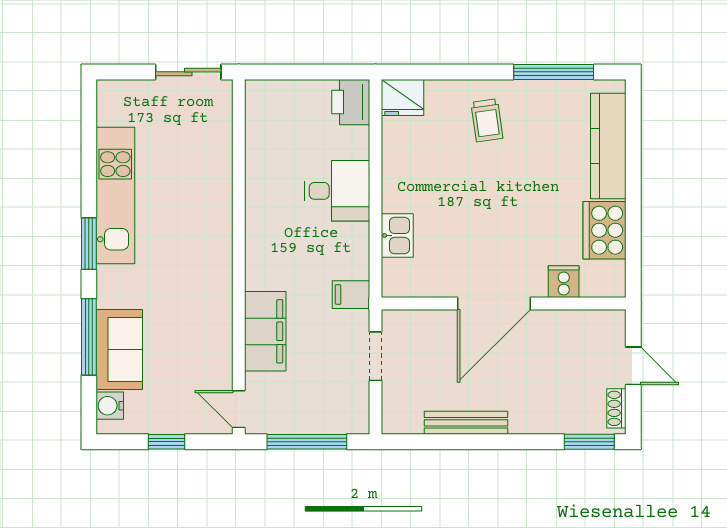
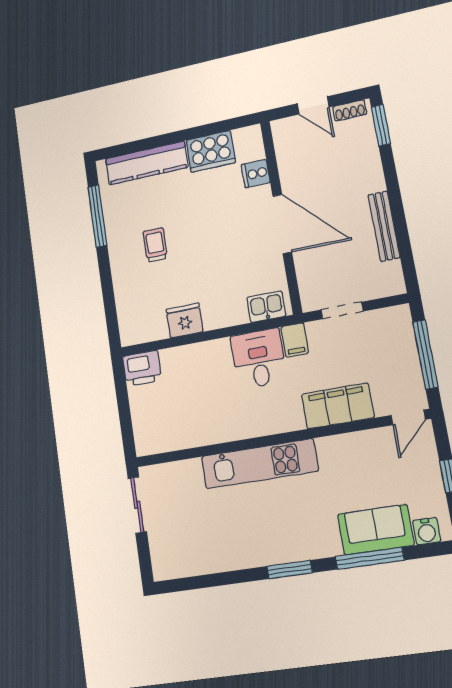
fridge: (403, 97) -> (185, 320), moved, turned -90
trolley: (487, 120) -> (155, 245), moved, turned -82
desk: (337, 191) -> (259, 359), moved
kitchen unit: (115, 196) -> (259, 464), moved, turned 180
kitchen sink: (397, 235) -> (266, 307), moved
door: (633, 366) -> (313, 105), swing flipped

